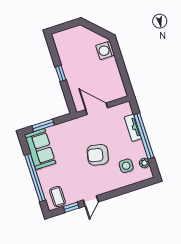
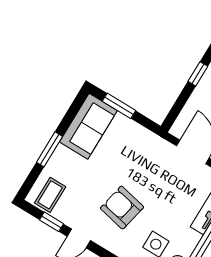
armchair: (98, 155) -> (122, 208), moved
window: (35, 178) -> (49, 149), width x0.47

